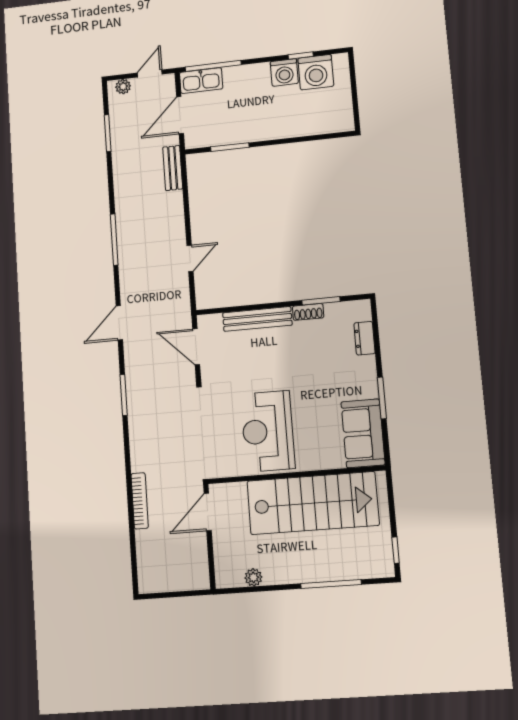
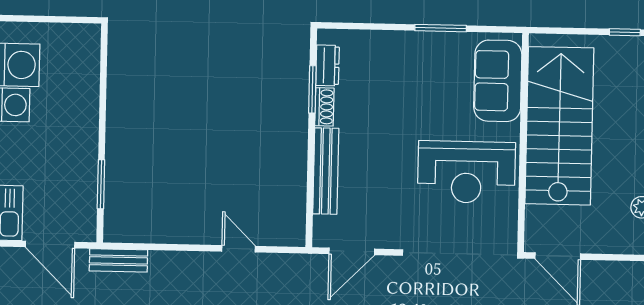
dresser: (364, 338) -> (327, 65), moved, turned -90
sofa: (363, 433) -> (498, 81), moved, turned 90

